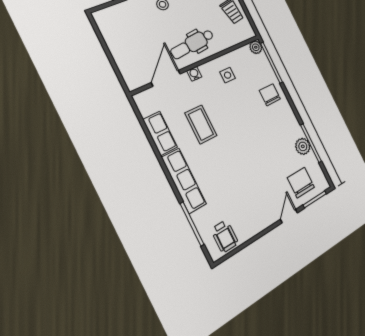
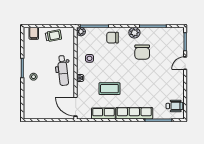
door: (166, 78) -> (76, 107), moved
plant: (303, 146) -> (134, 33), moved
chair: (301, 183) -> (142, 52), moved, turned -90
door: (289, 216) -> (185, 63), hinge flipped

